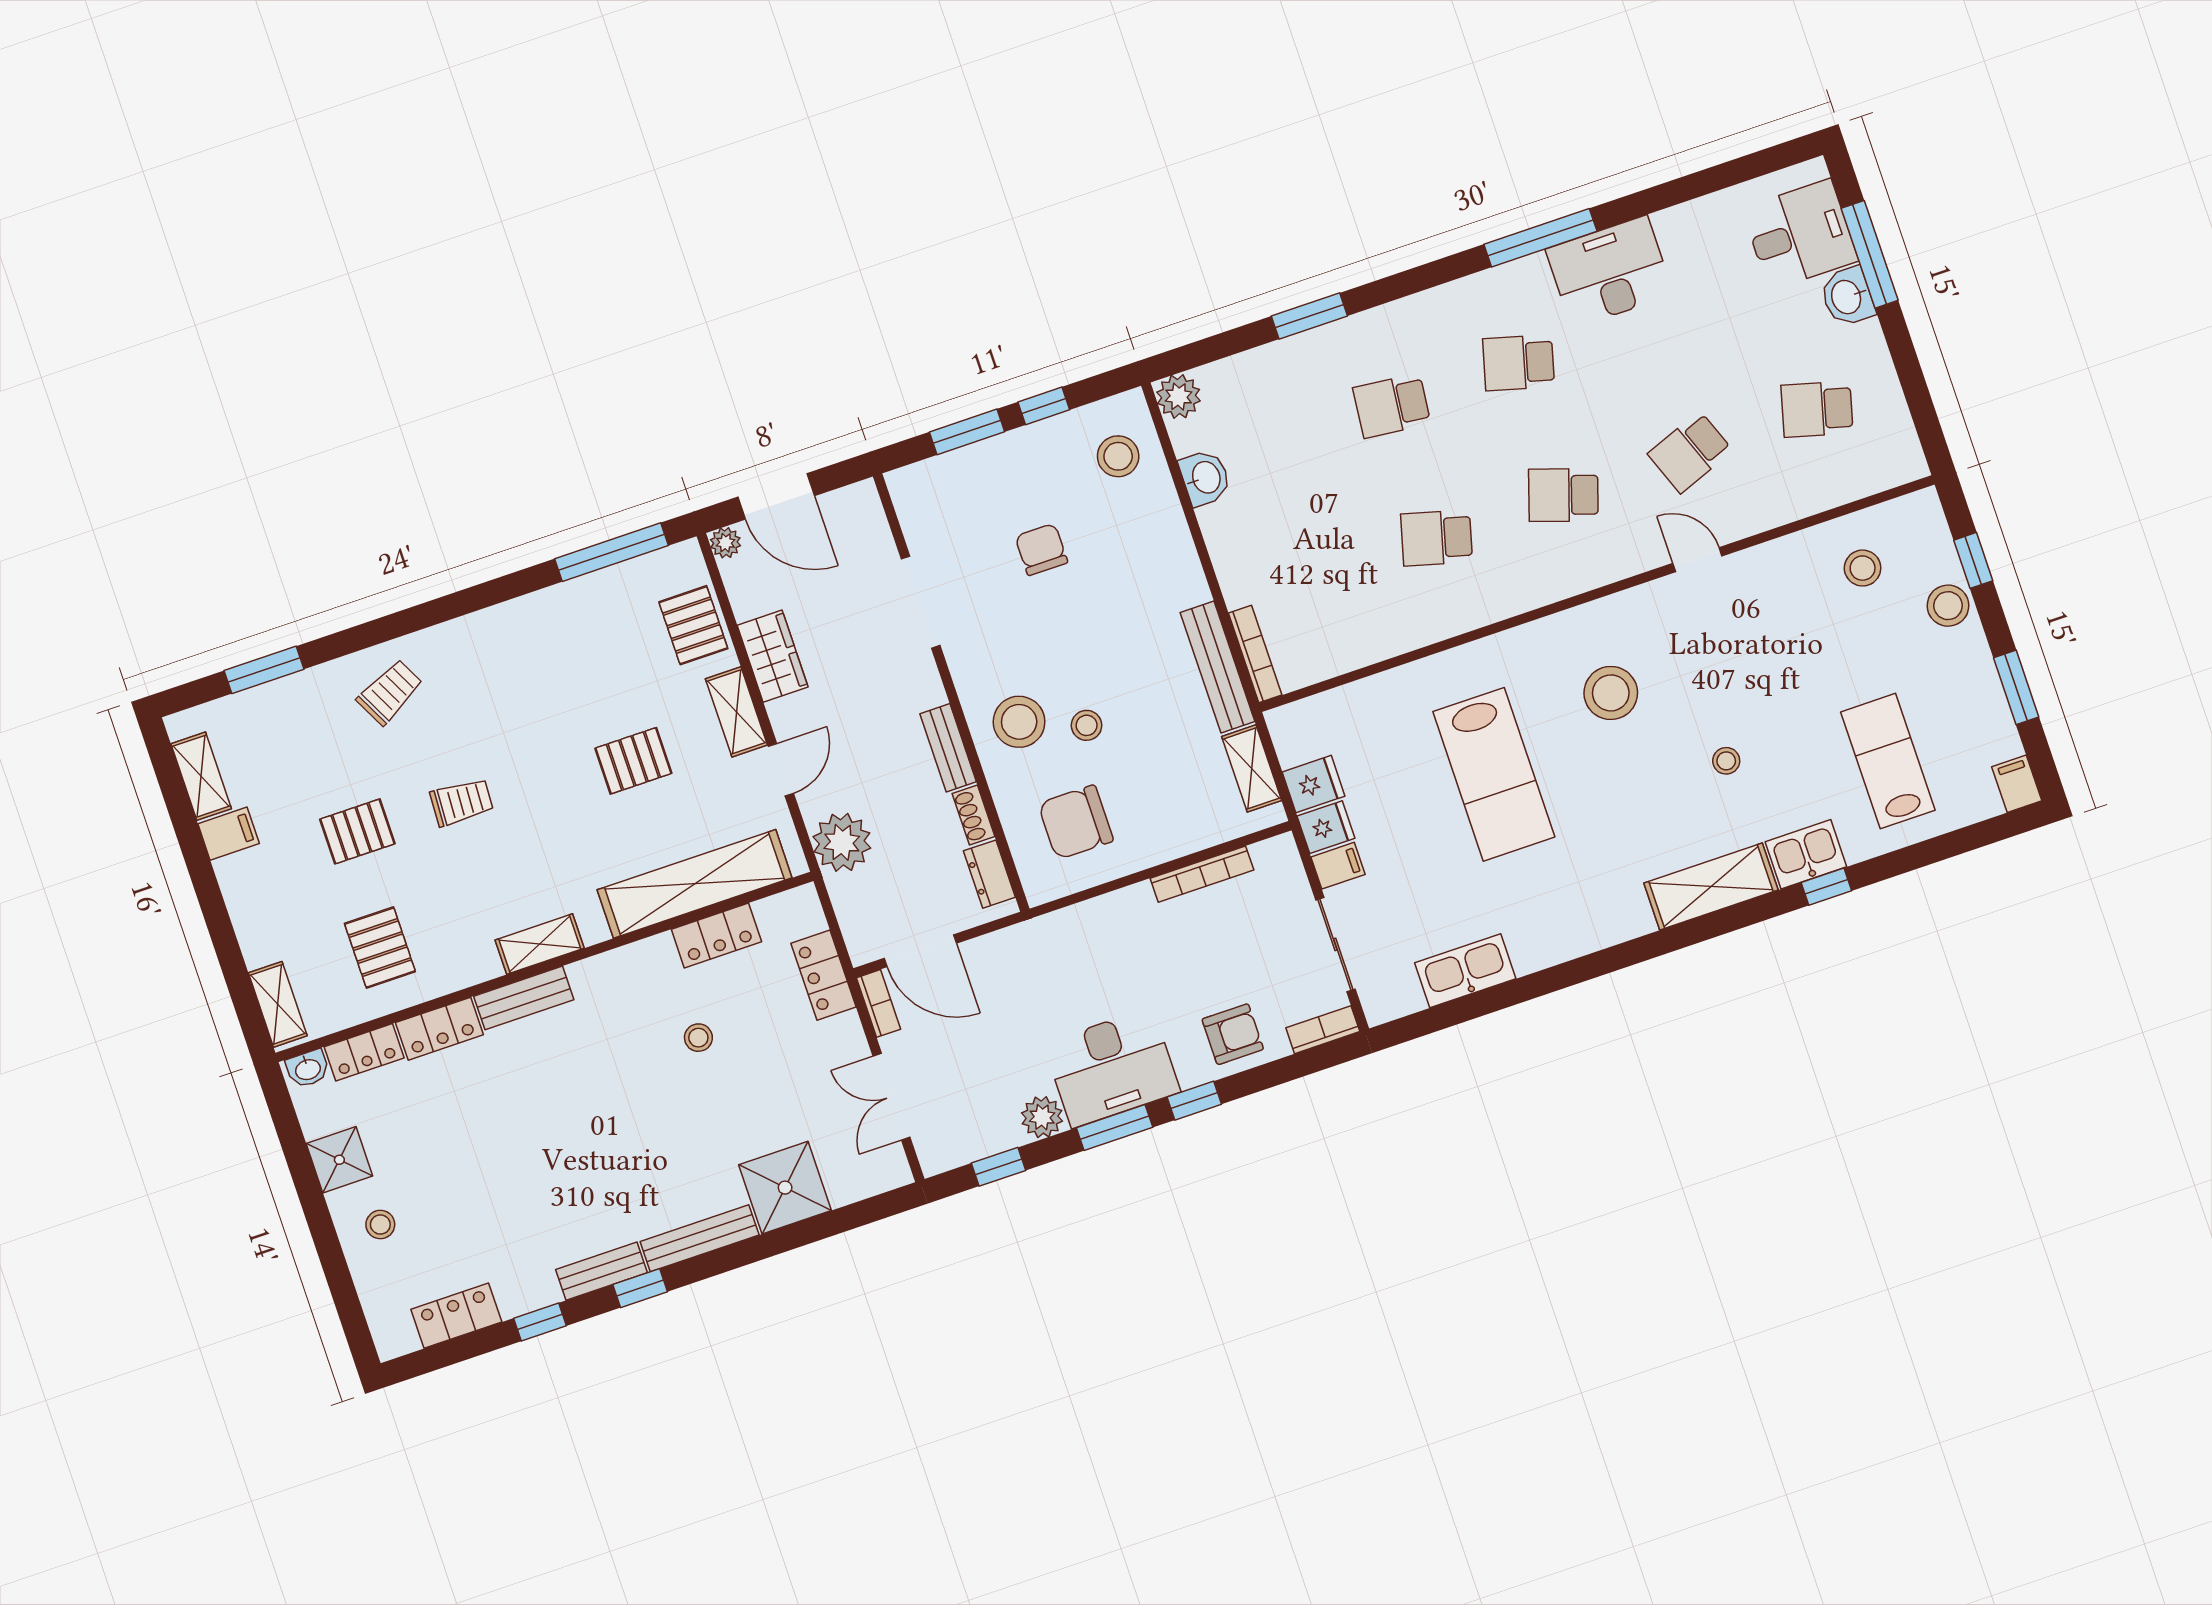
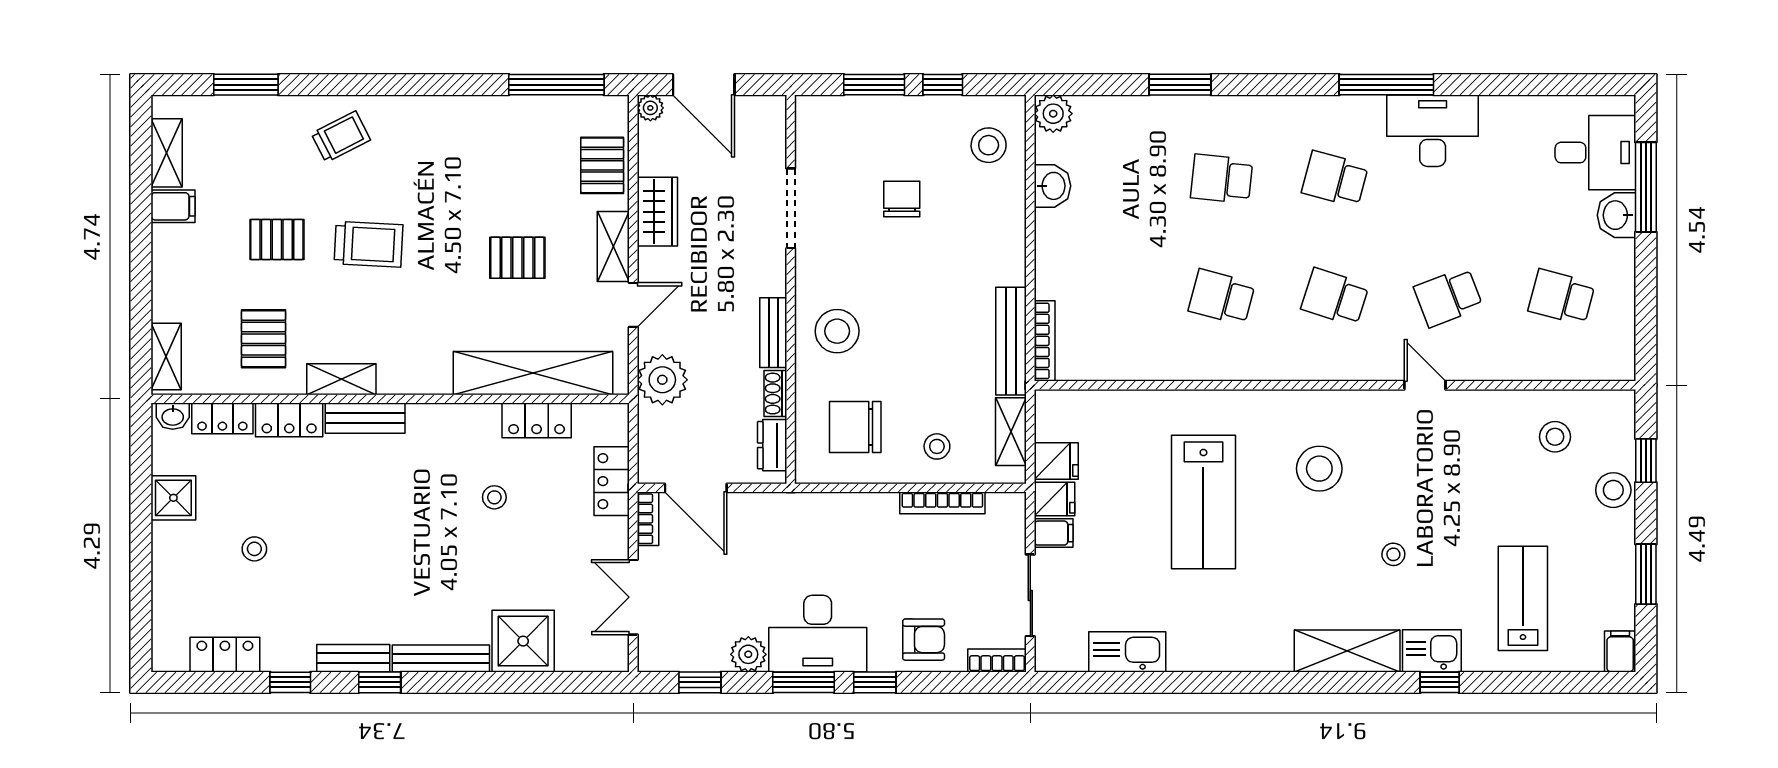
stool: (1087, 725) -> (937, 446), moved
trolley: (462, 802) -> (368, 244), width x1.36, depth x1.39
shelving: (540, 944) -> (341, 379), moved
stool: (380, 1225) -> (254, 549), moved

